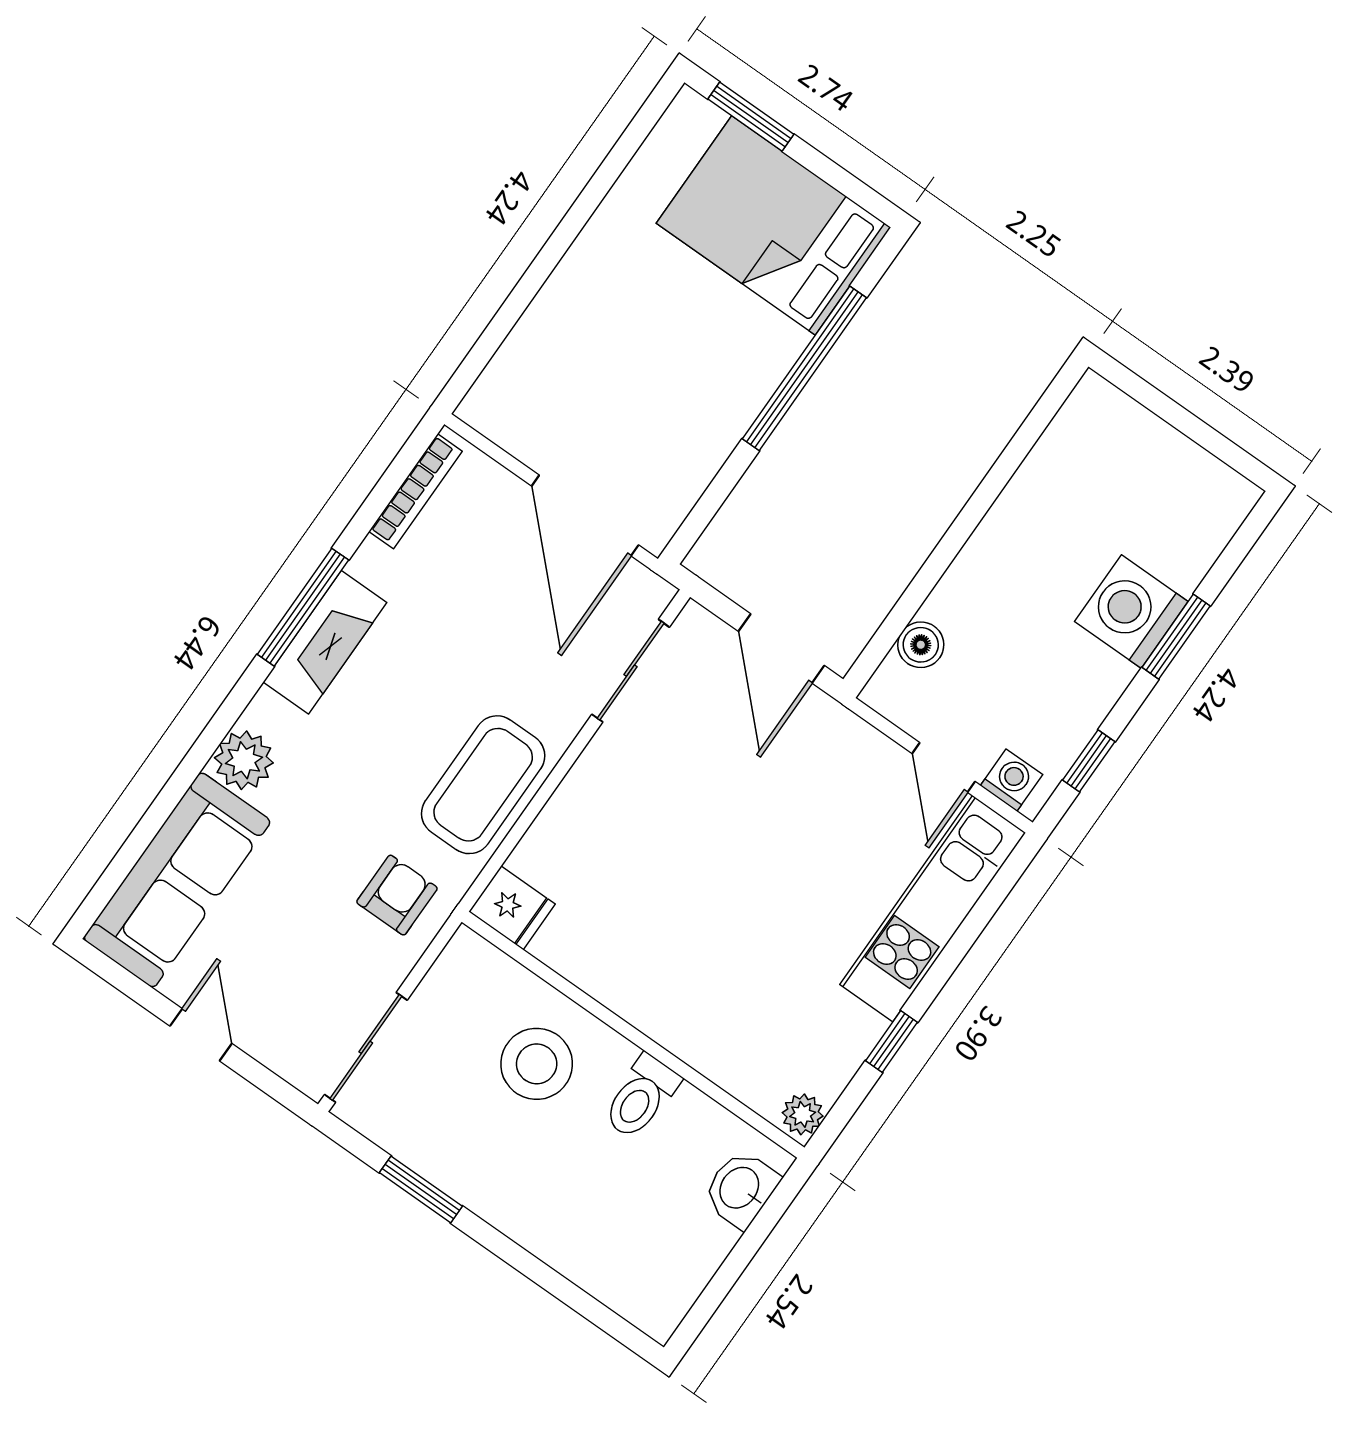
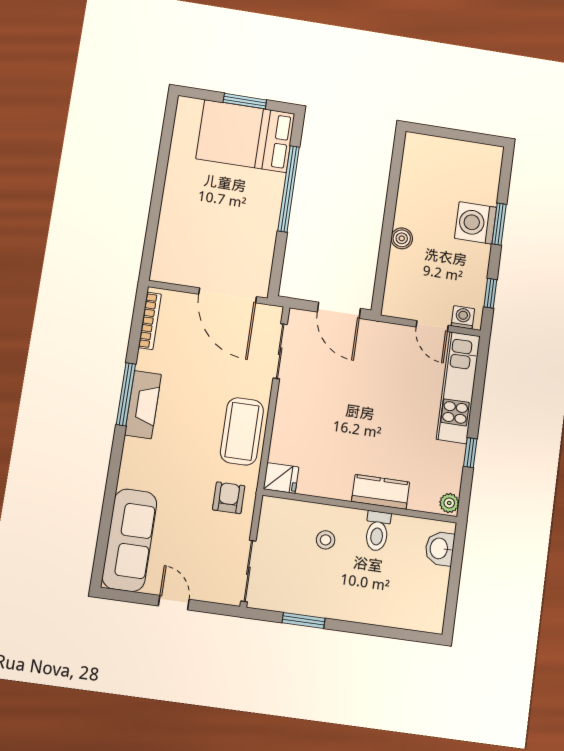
window: (751, 117) -> (245, 101), moved
boiler: (921, 645) -> (402, 238), moved
plant: (244, 760) -> (133, 473), removed
kitchen counter: (684, 1028) -> (381, 492), added
stool: (537, 1064) -> (326, 540), width x0.53, depth x0.53

